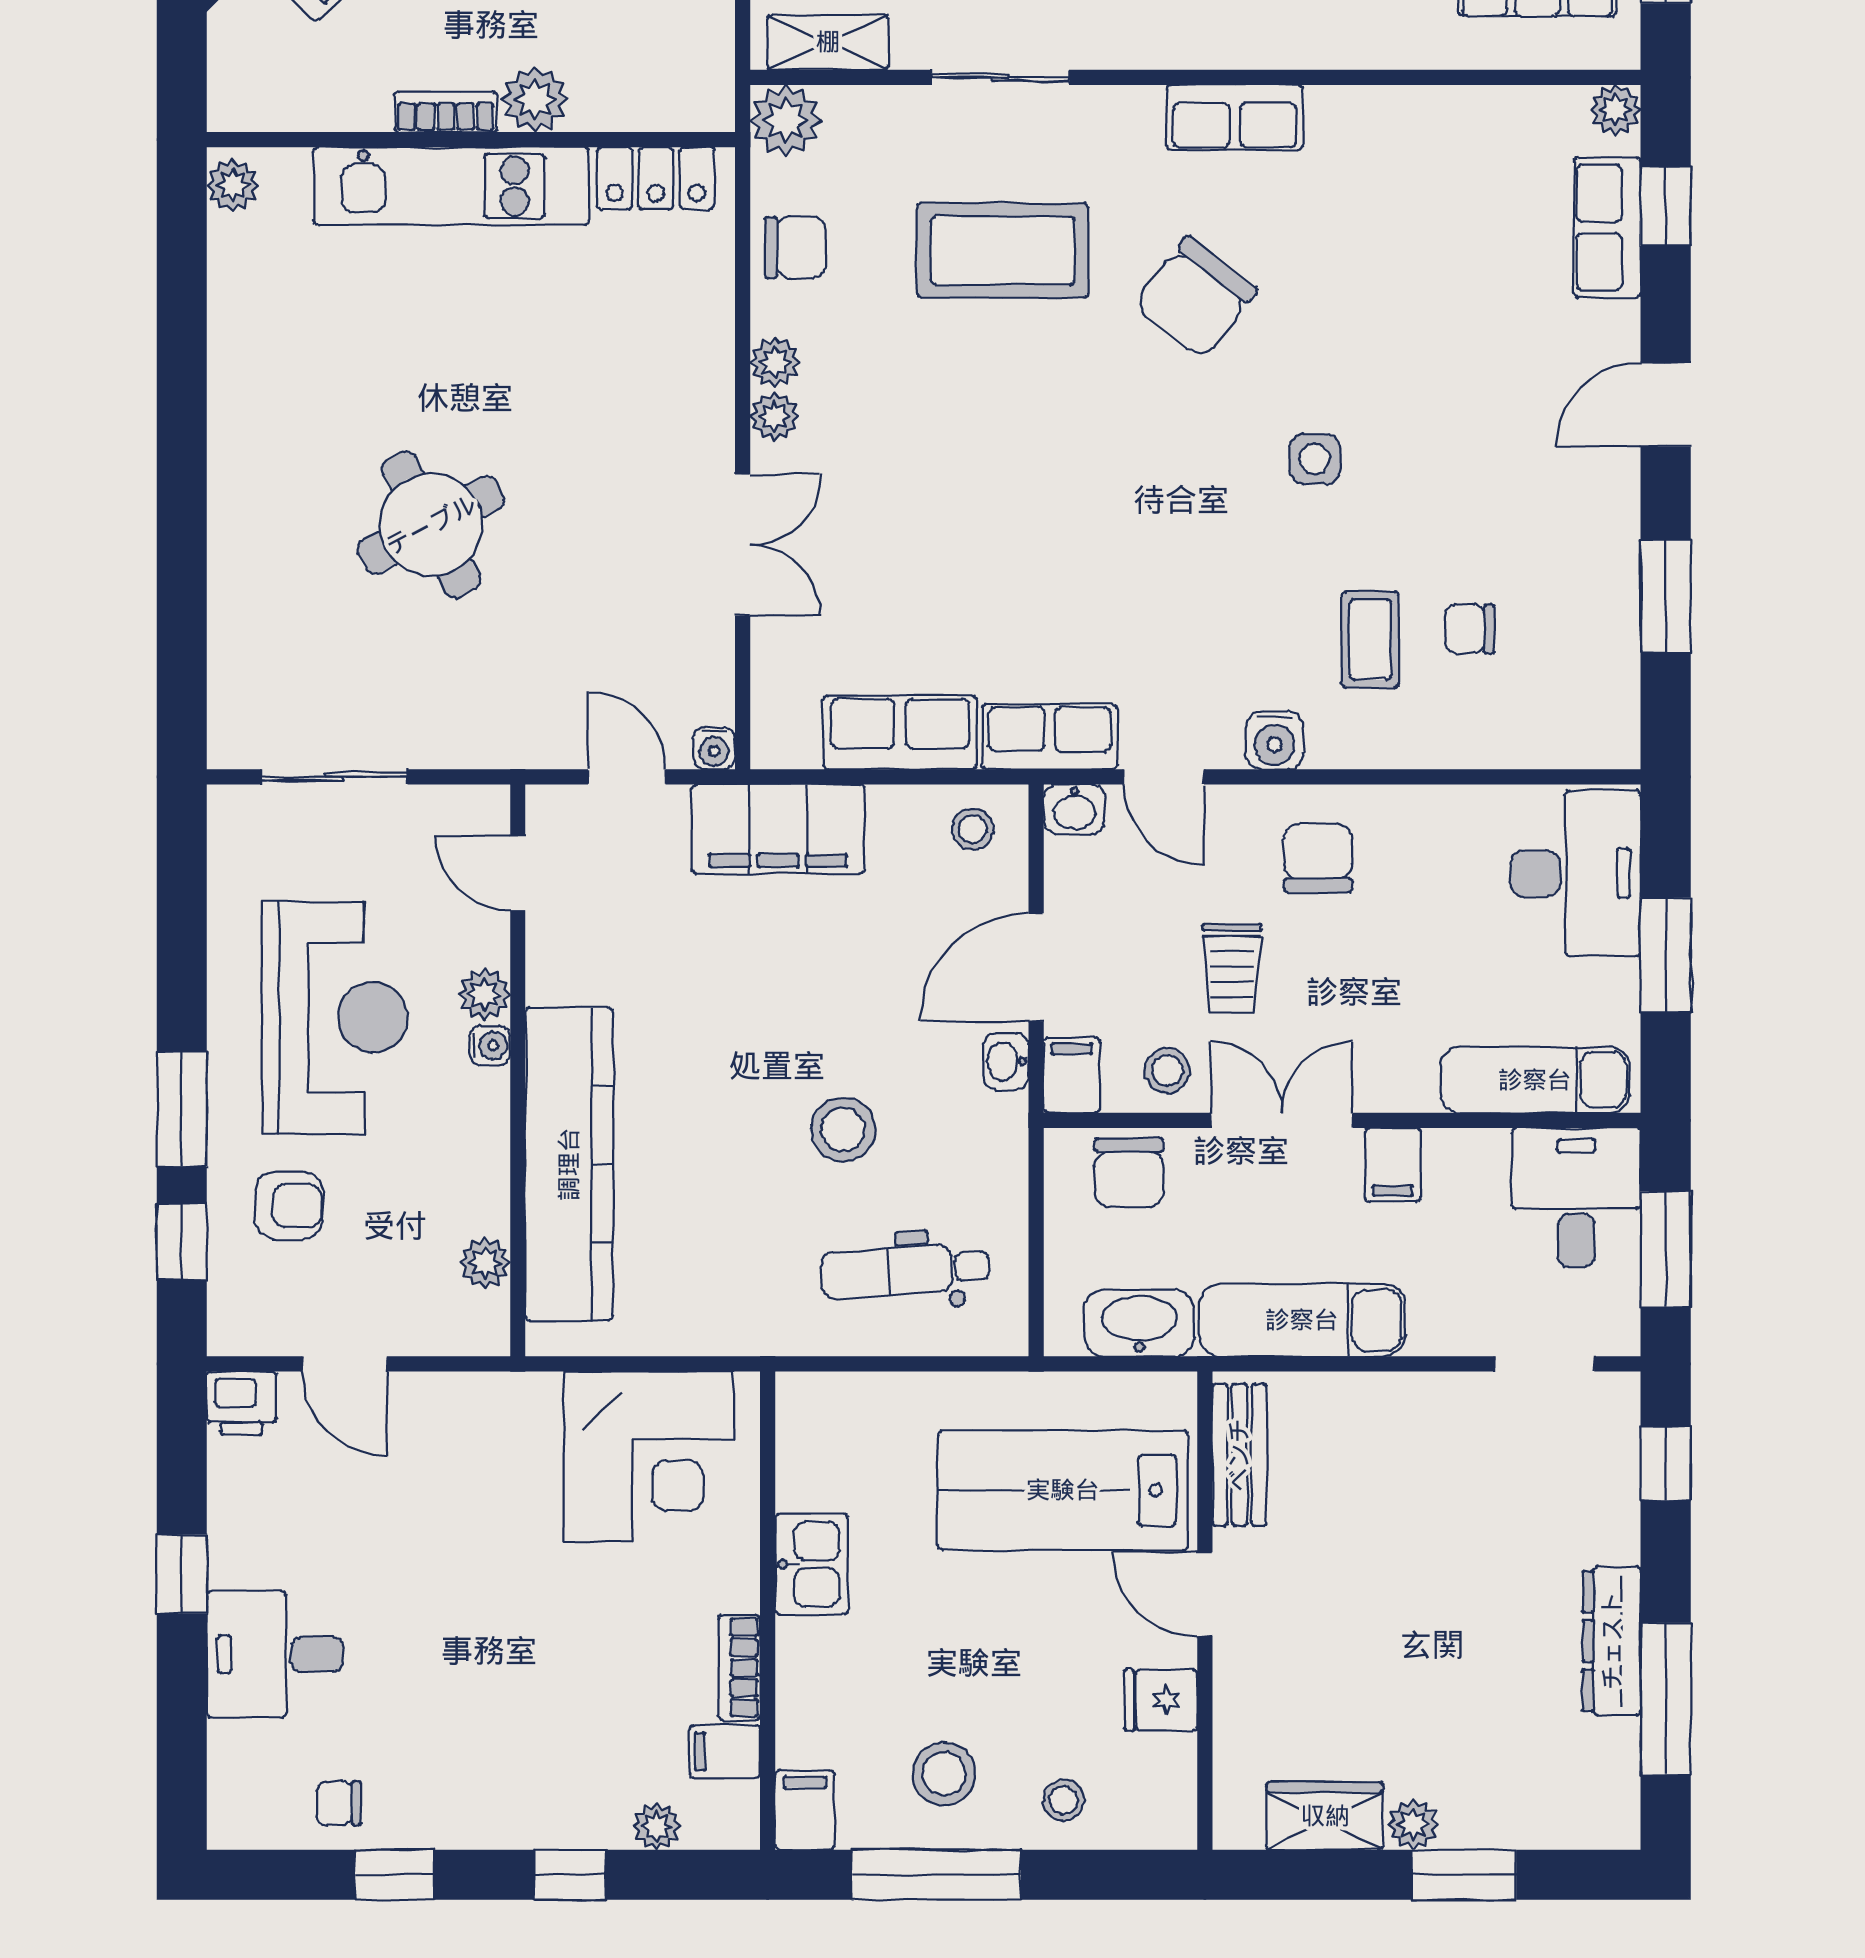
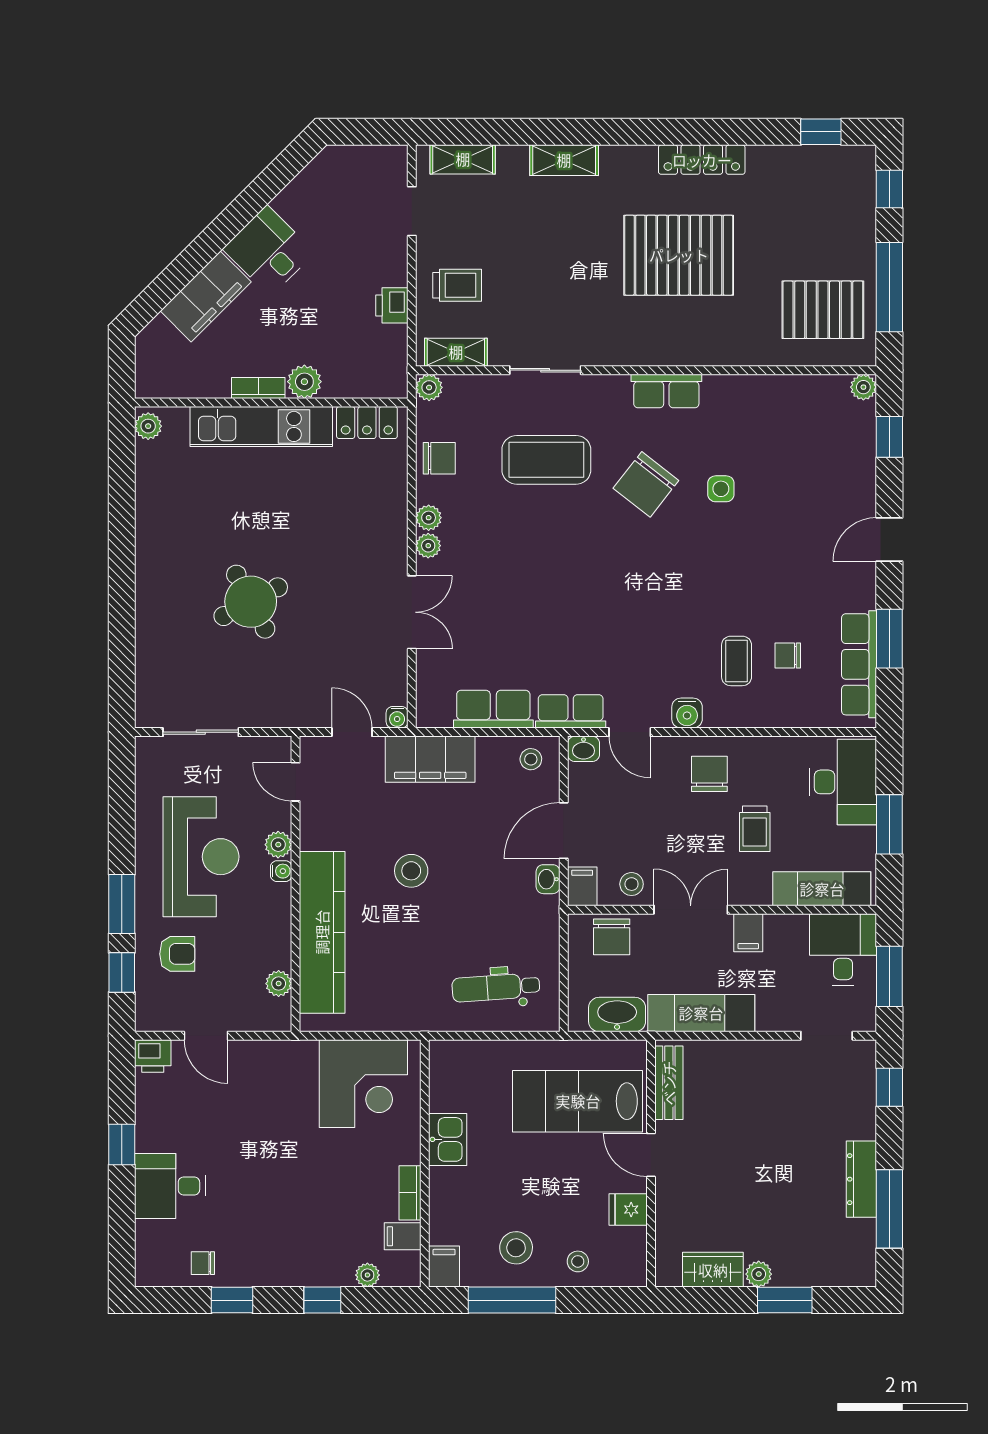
plant: (786, 120) -> (429, 387), width x0.73, depth x0.73
row of seats: (1607, 227) -> (859, 664), moved, width x1.48
side table: (1314, 459) -> (721, 489), moved
trolley: (1232, 968) -> (755, 829), moved
stool: (843, 1130) -> (411, 871), moved

